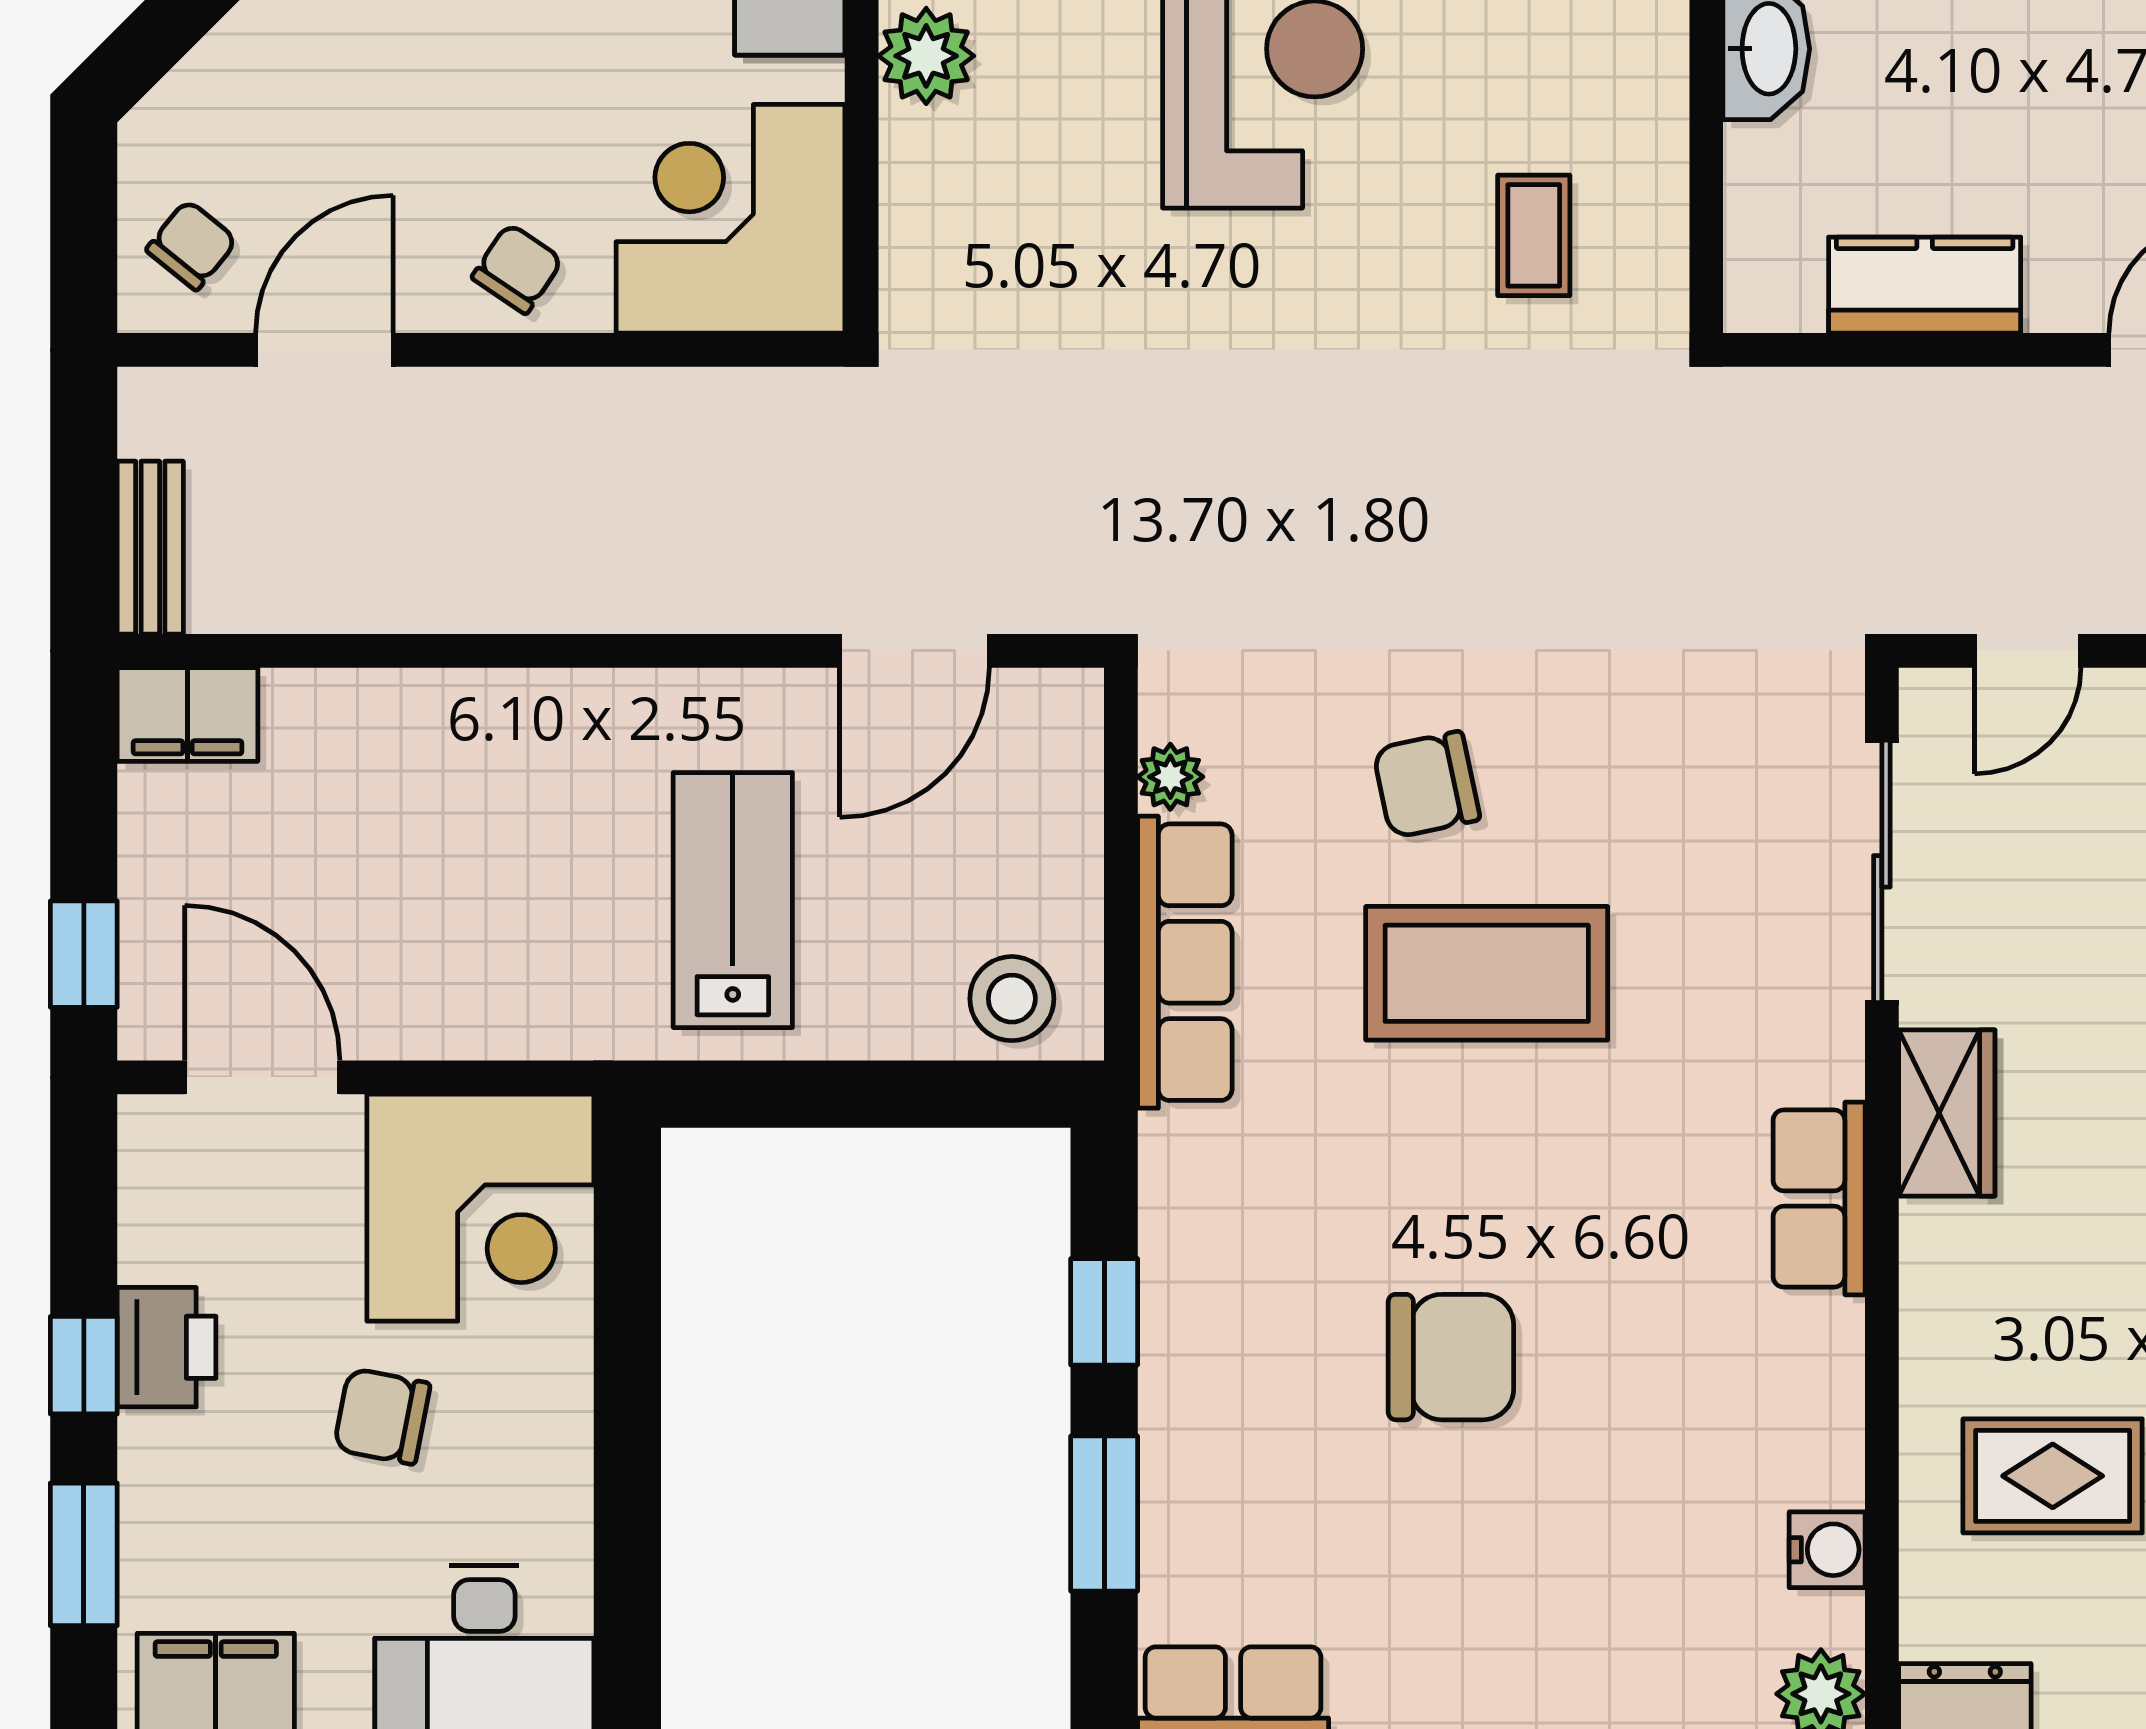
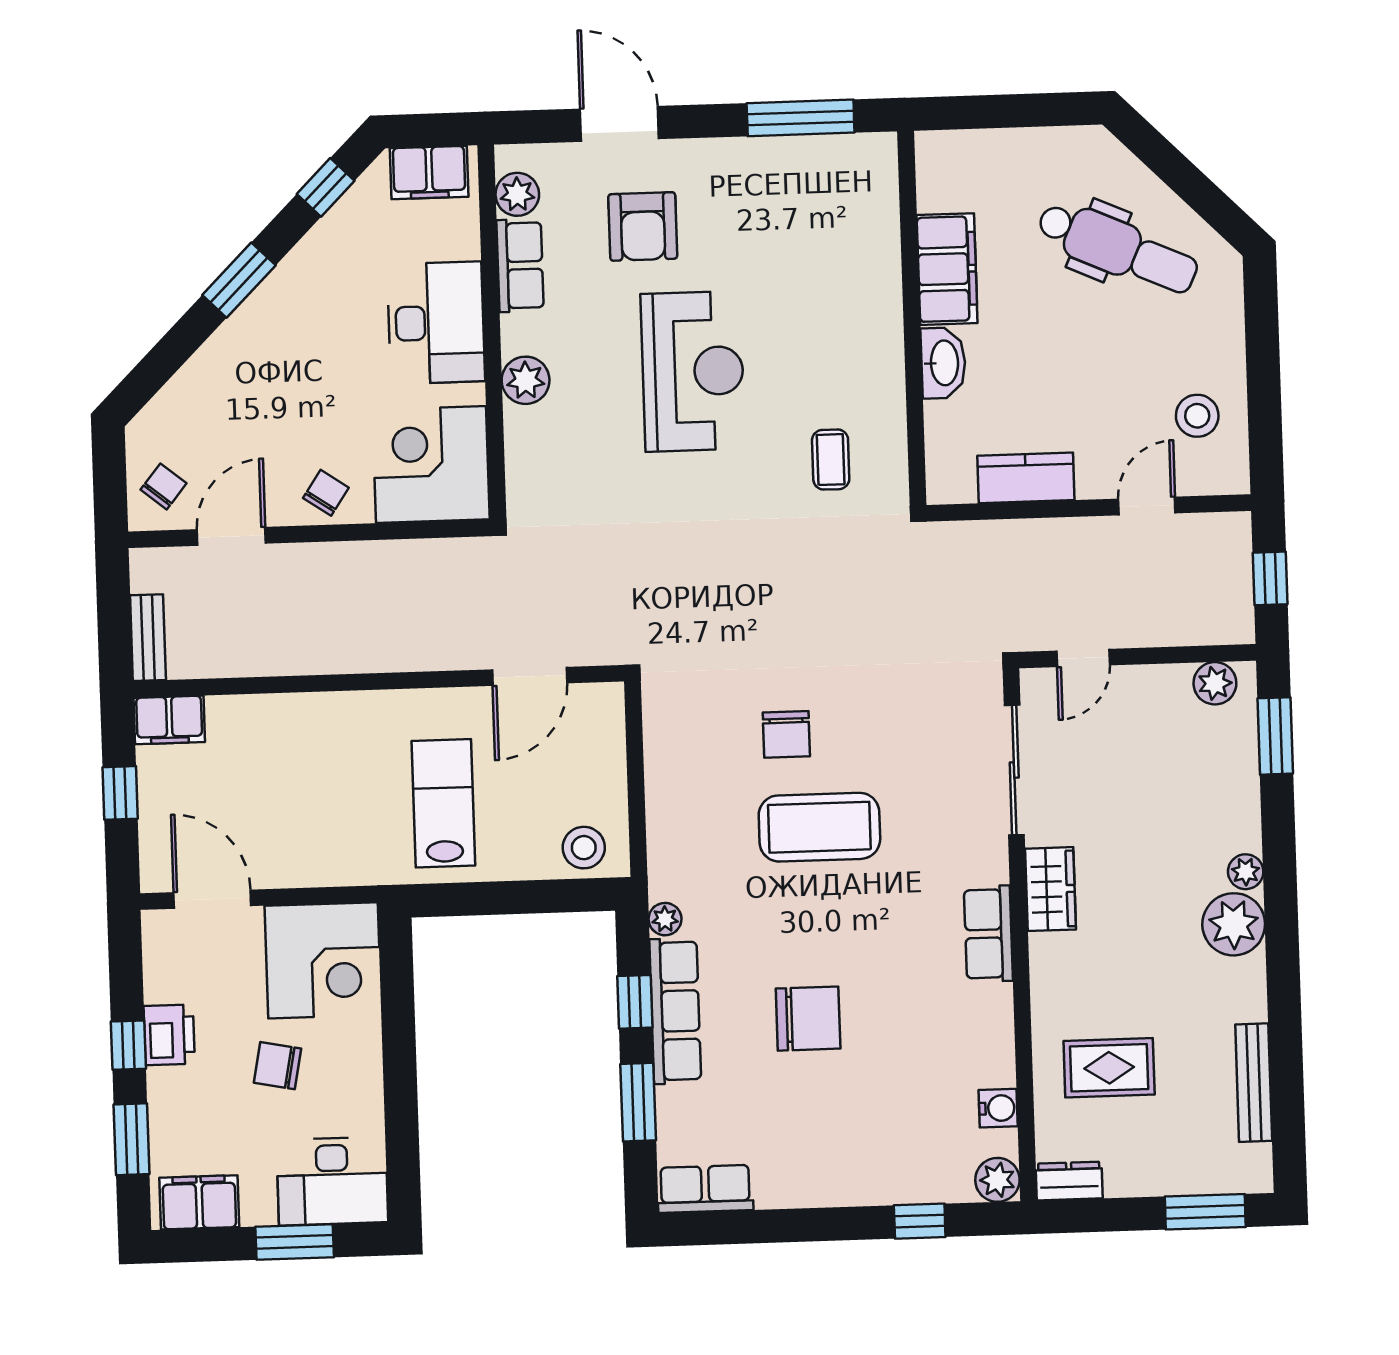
plant: (1170, 777) -> (665, 919), moved
chair: (1426, 785) -> (786, 734), turned -78
window: (84, 954) -> (120, 793), moved
row of seats: (1185, 962) -> (675, 1011), moved

